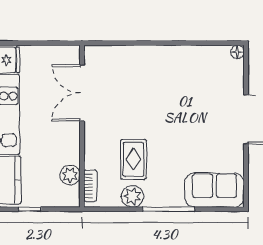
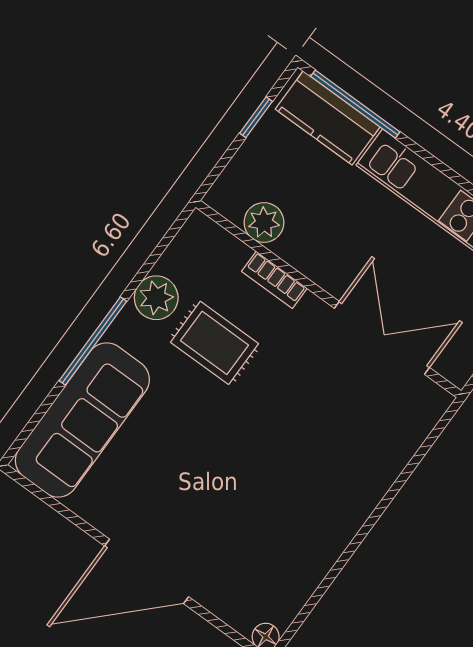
bookcase: (90, 186) -> (274, 280), moved
sofa: (214, 190) -> (82, 420), width x1.36

